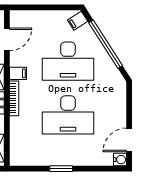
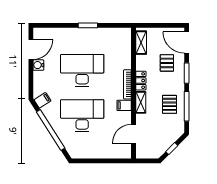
filing cabinet: (78, 21) -> (42, 100), moved
water cooler: (120, 160) -> (38, 65), moved

